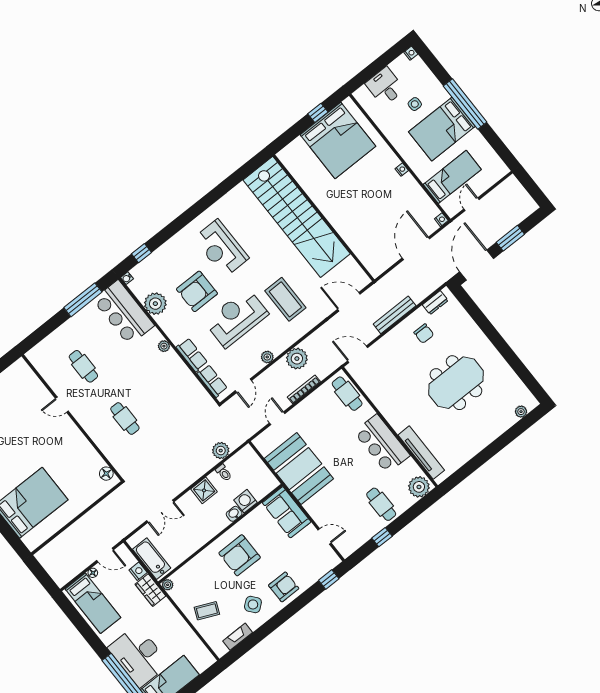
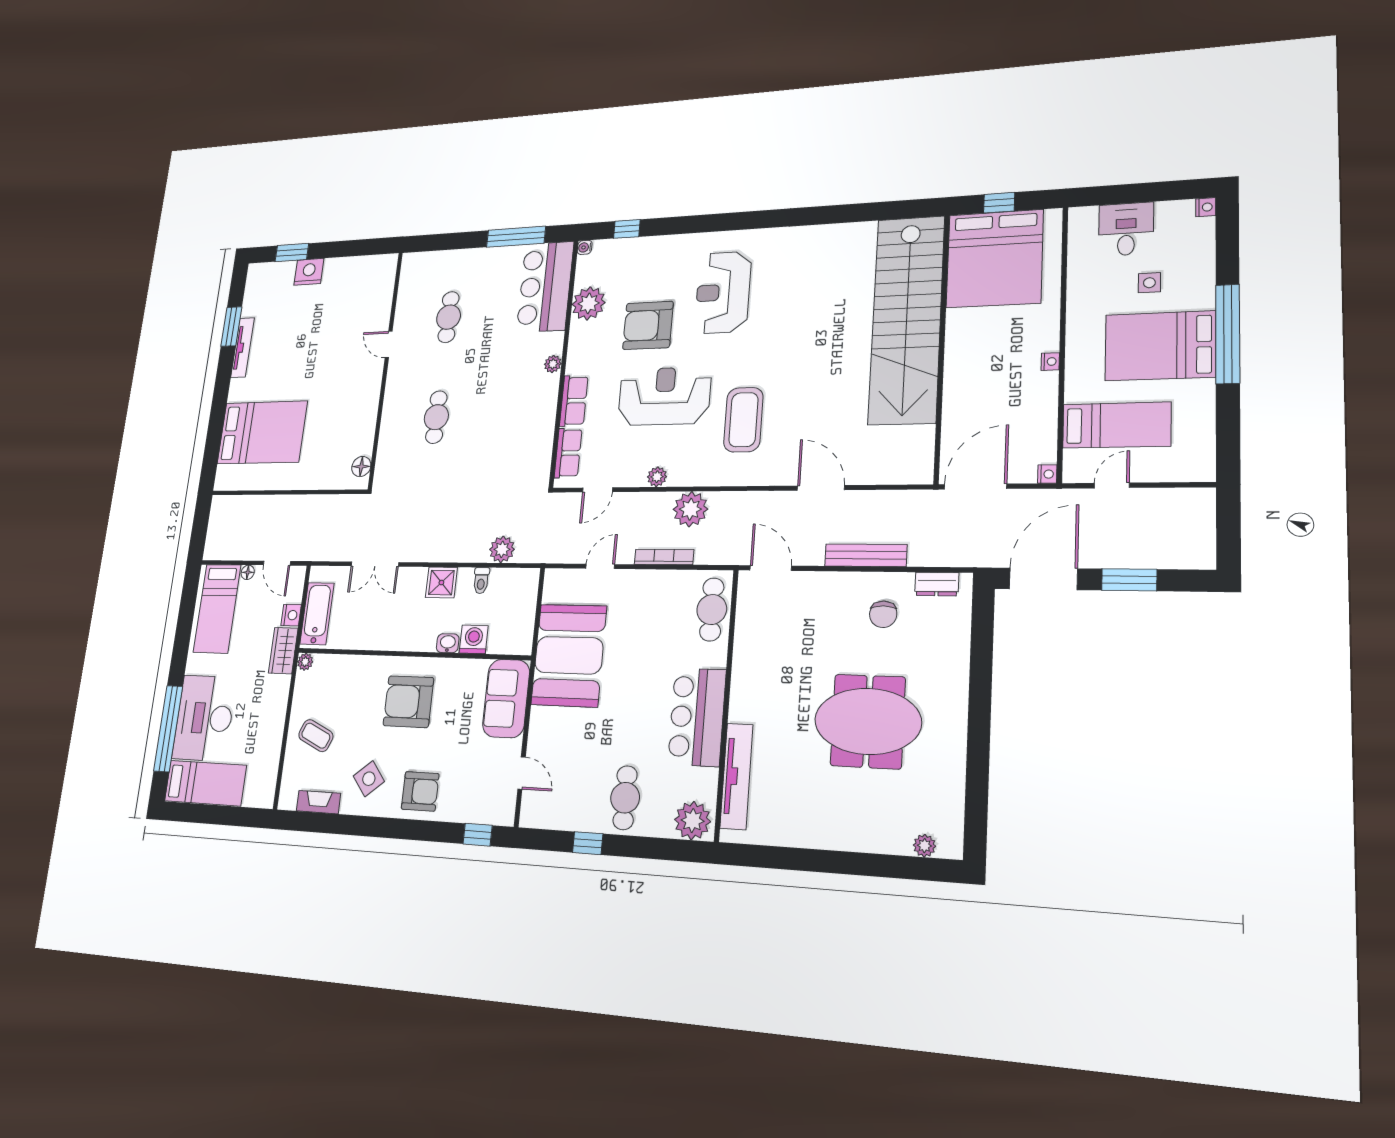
stairs: (297, 217) -> (907, 320), moved
wall: (324, 218) -> (942, 347), moved

